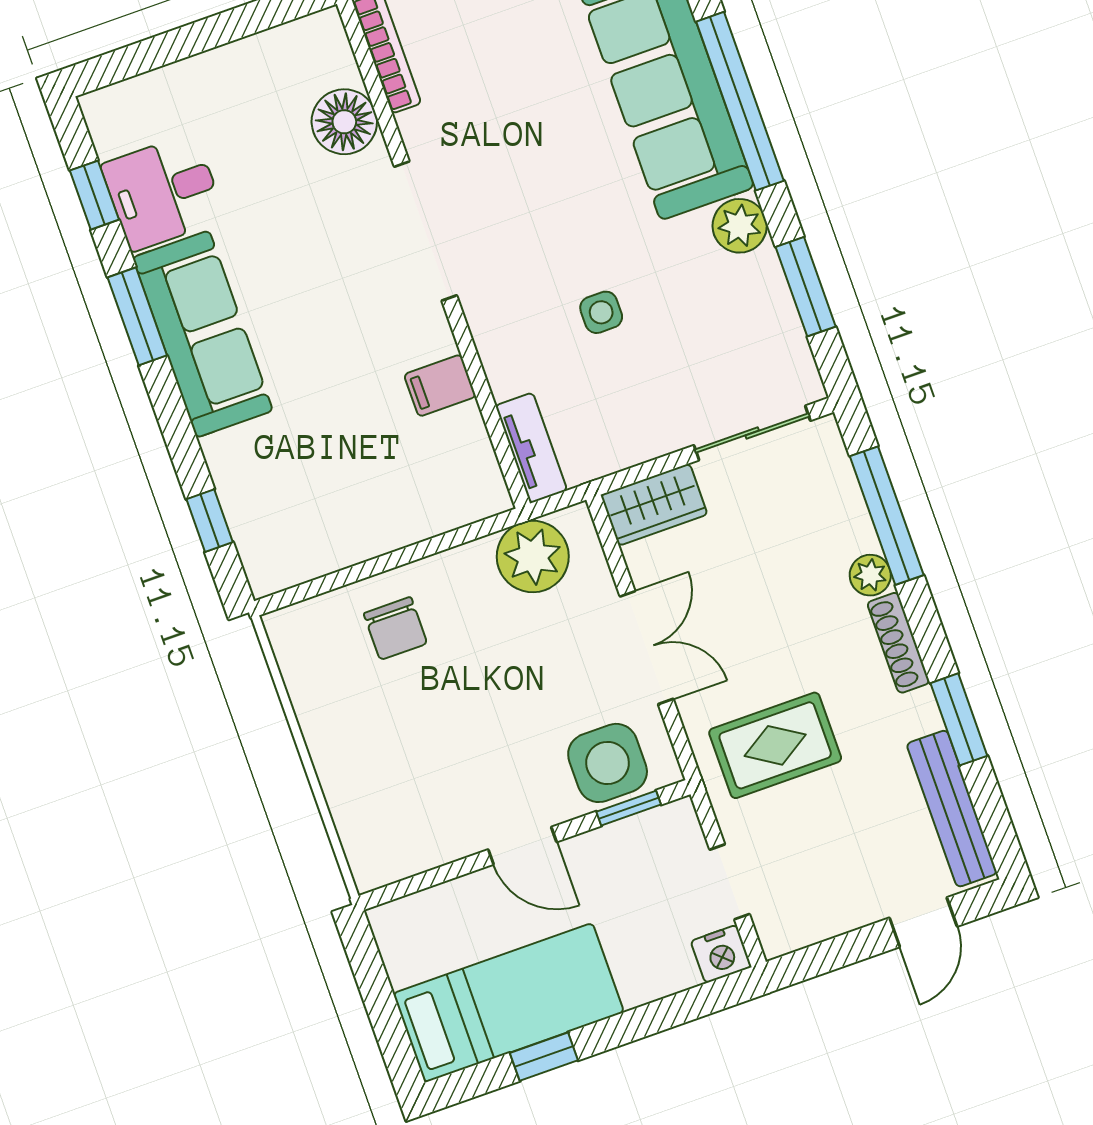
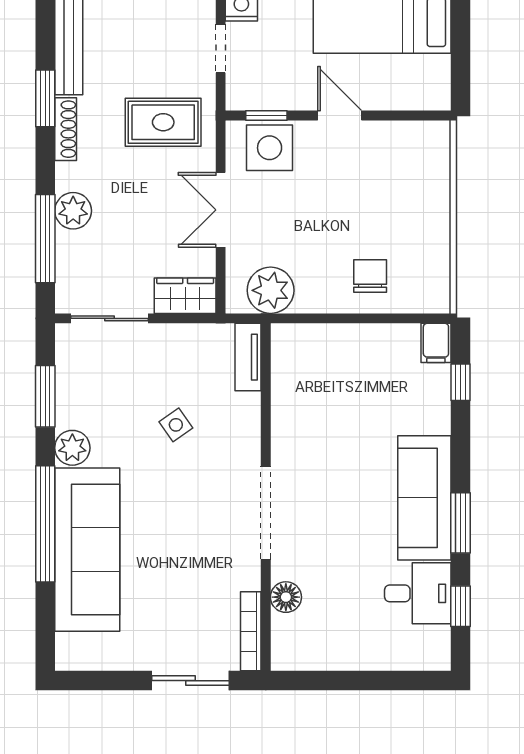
floor lamp: (344, 122) -> (286, 597), width x0.73, depth x0.73
side table: (601, 312) -> (176, 425), turned -35
filing cabinet: (440, 386) -> (436, 343), moved, turned 90
plant: (870, 575) -> (73, 211), width x1.38, depth x1.38
shoe rack: (898, 643) -> (66, 129), moved

